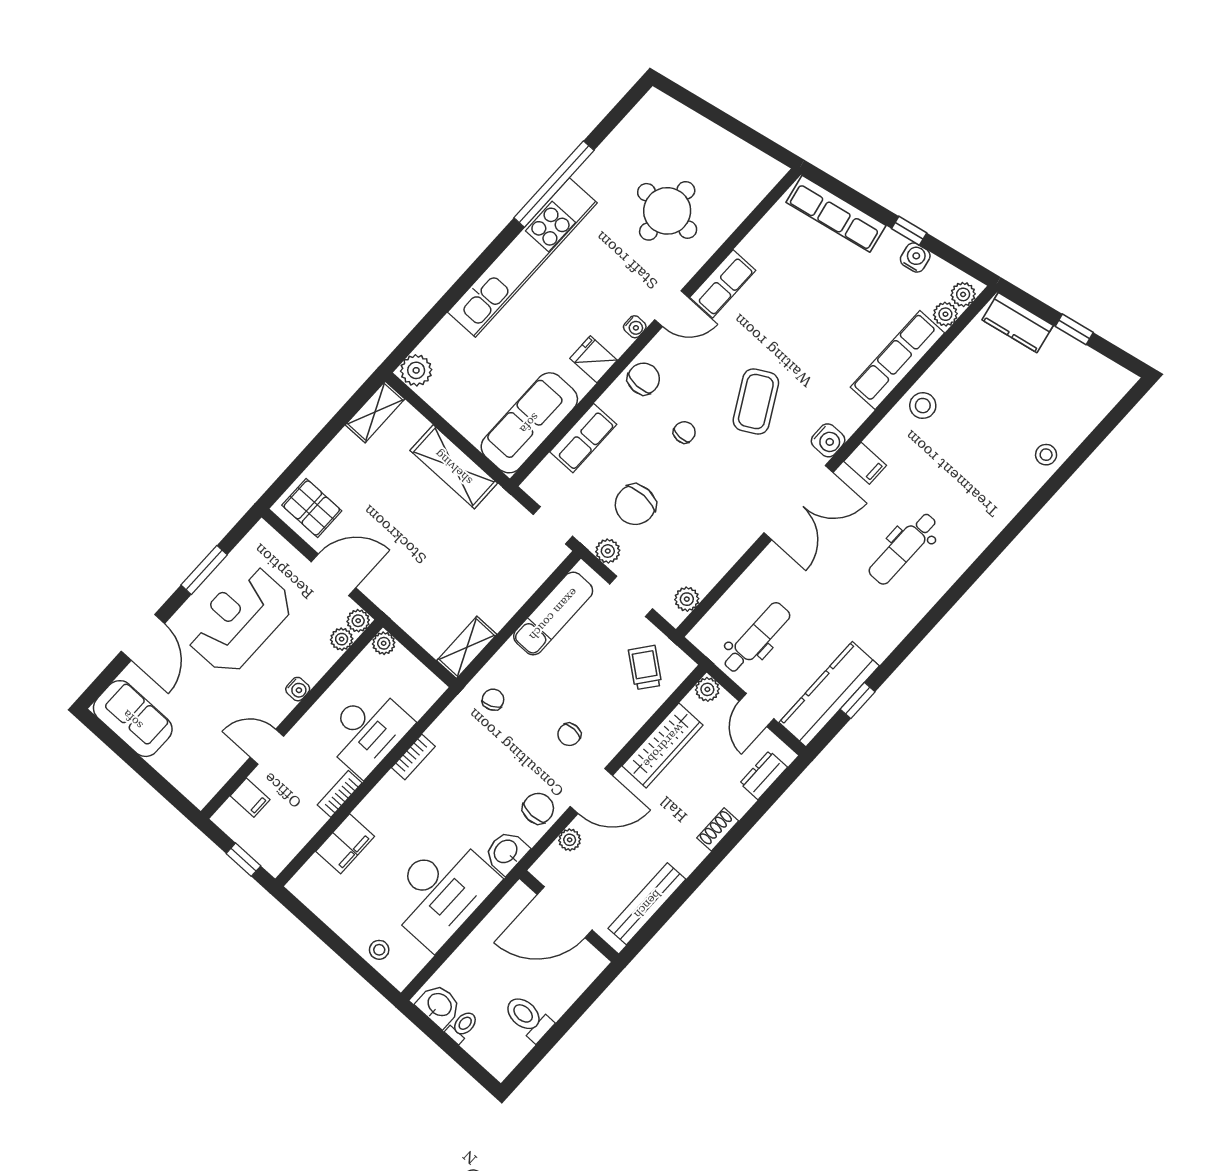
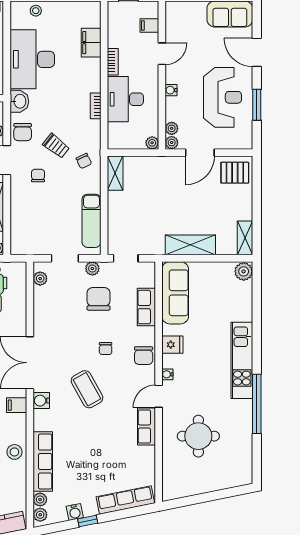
kitchen unit: (522, 258) -> (242, 360), width x0.73
trolley: (645, 668) -> (56, 146), moved

